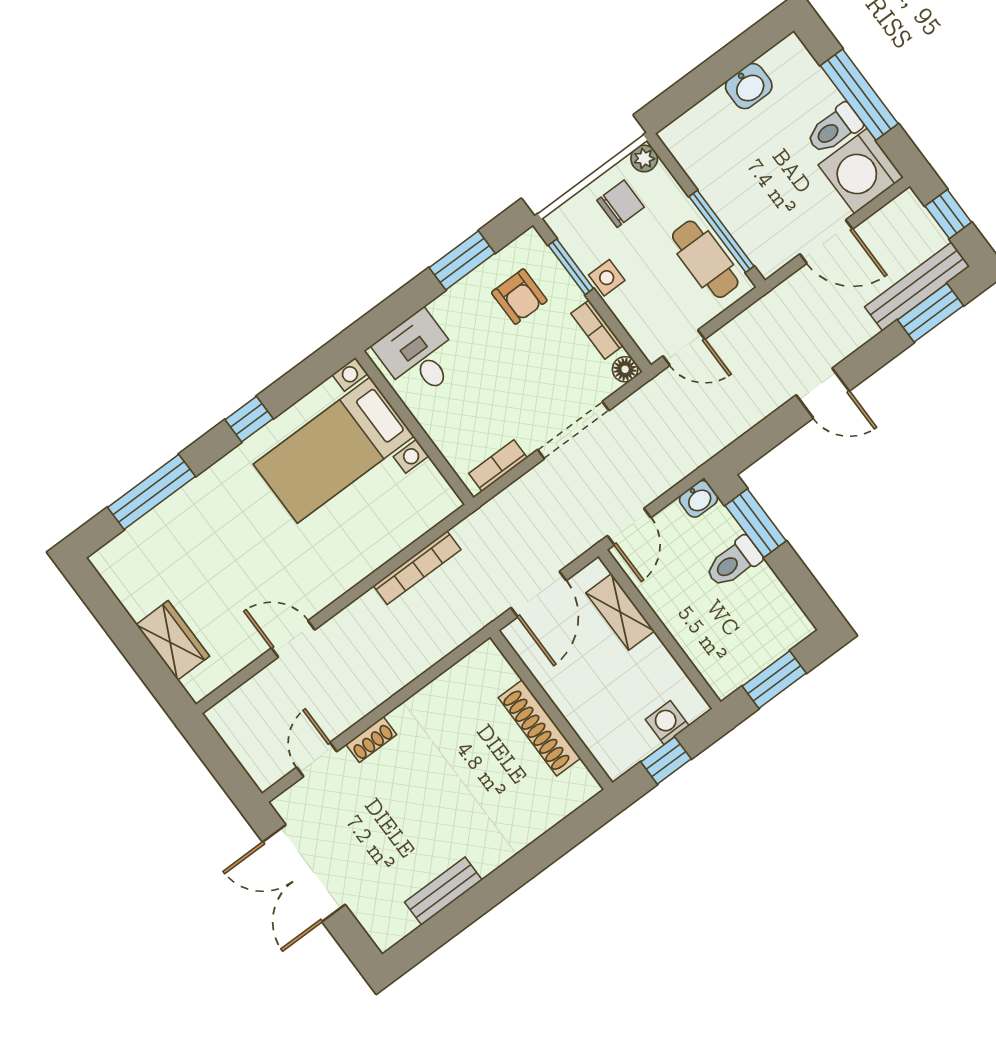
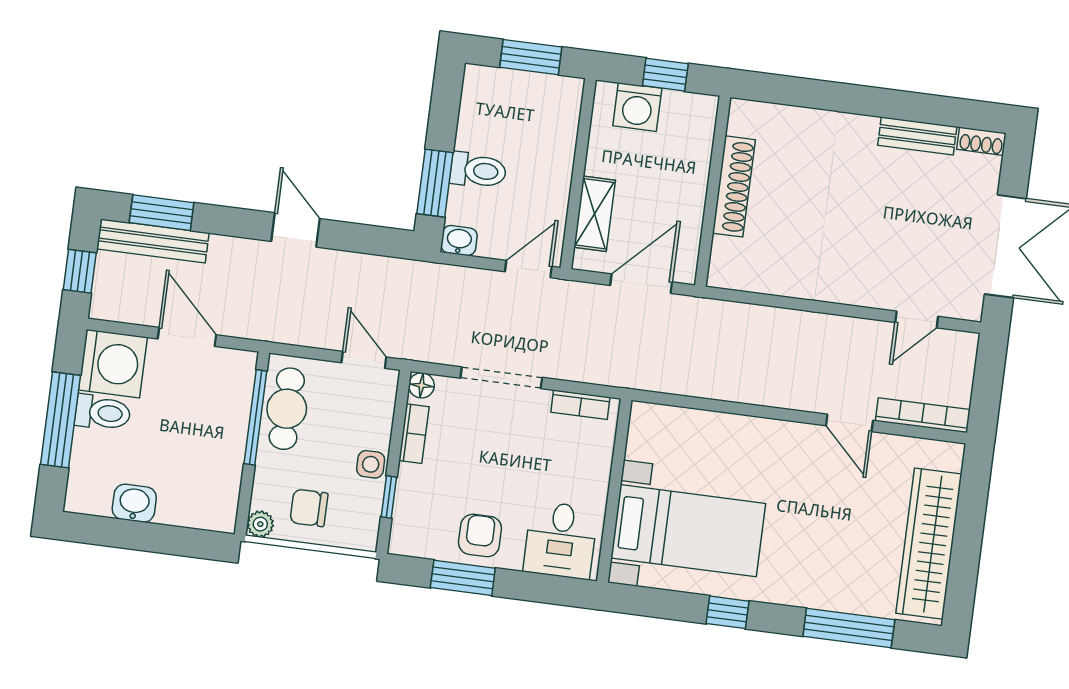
window: (571, 267) -> (389, 497), width x0.67
armchair: (519, 297) -> (480, 535), moved
bookcase: (417, 568) -> (923, 415), moved
wardrobe: (173, 640) -> (929, 544), width x2.10, depth x1.17
washing machine: (667, 723) -> (637, 107), width x1.38, depth x1.38
shoe rack: (371, 740) -> (981, 141), moved, turned 180

